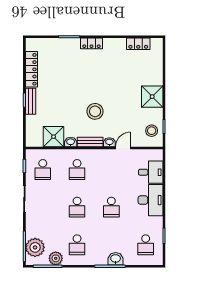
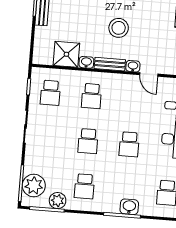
door: (123, 148) -> (149, 74), swing flipped

